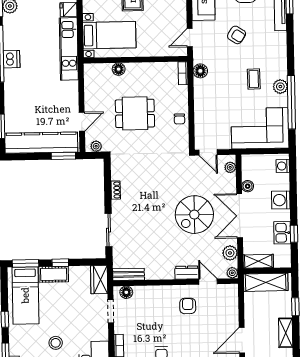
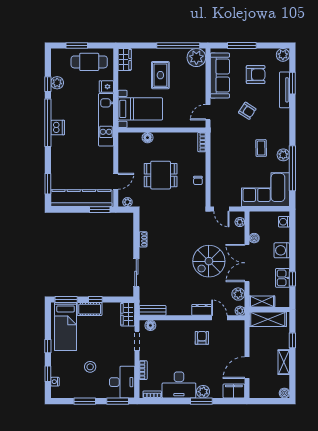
floor lamp: (200, 71) -> (216, 140), removed

